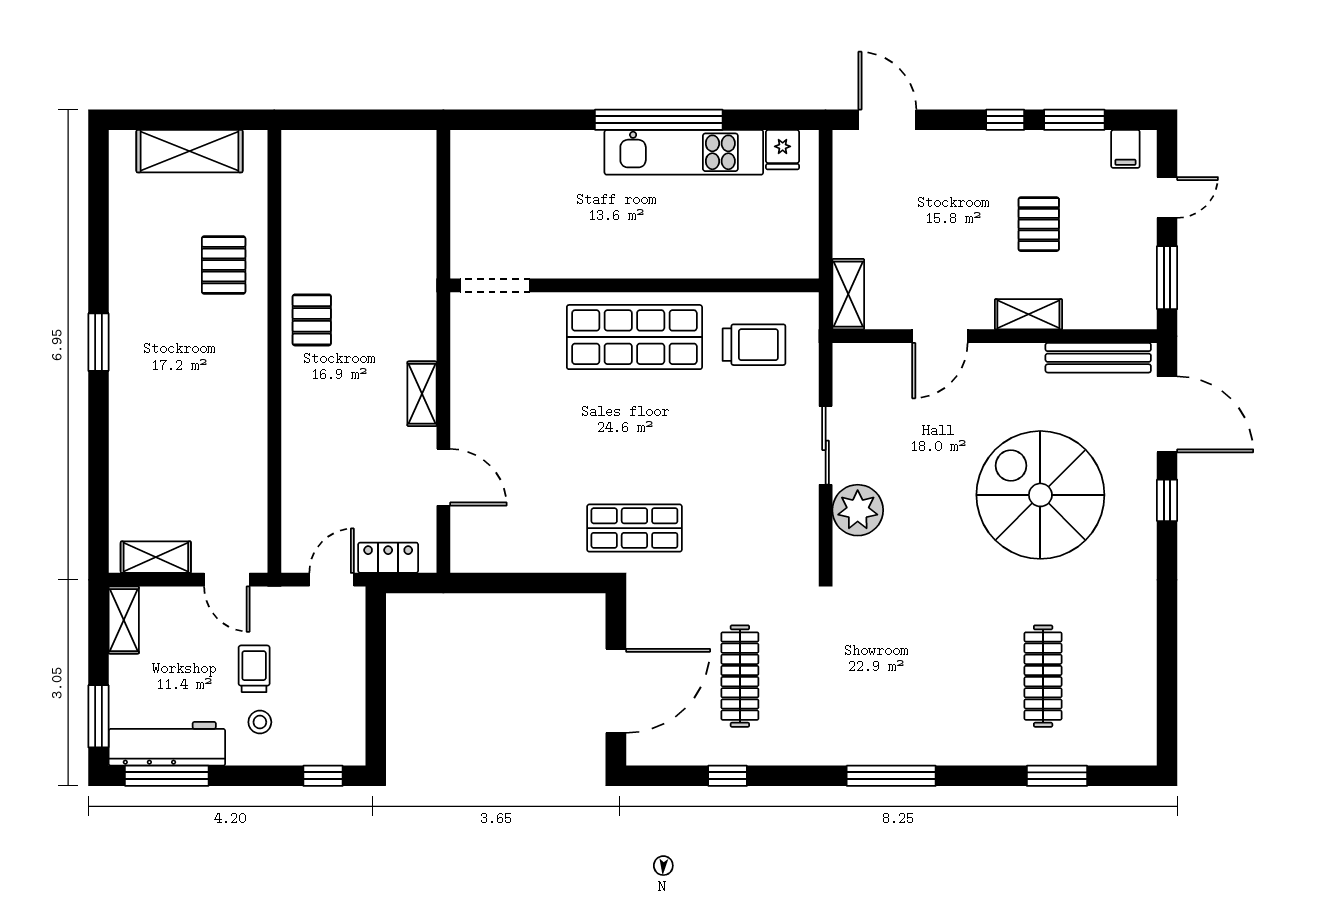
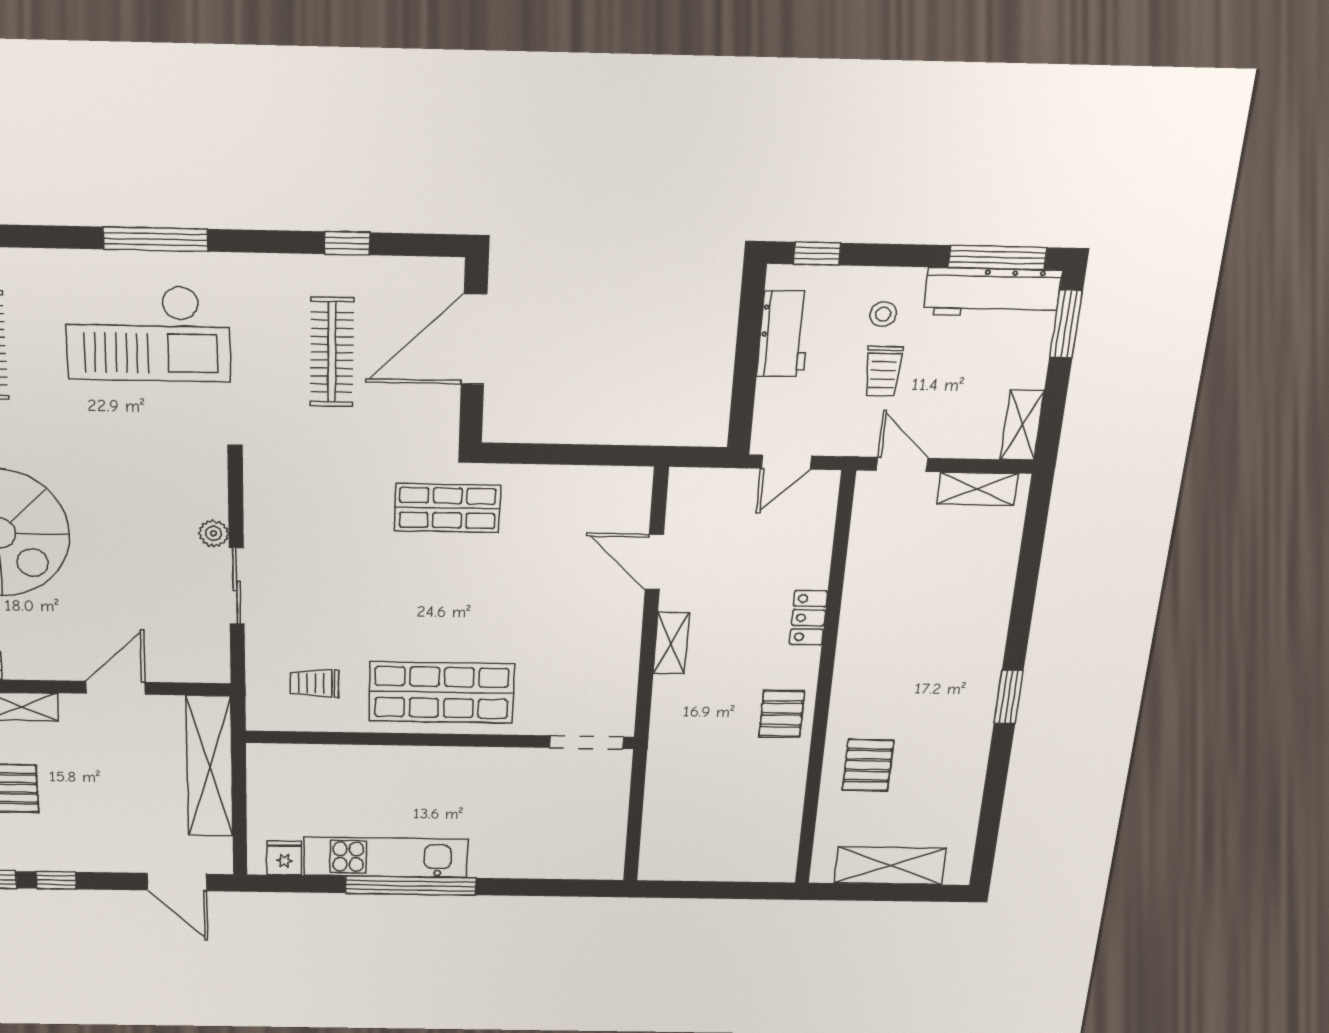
shelving: (848, 294) -> (210, 767), width x2.20, depth x1.33
trolley: (754, 345) -> (314, 683), width x0.73, depth x0.72
plant: (858, 510) -> (214, 533), width x0.53, depth x0.53
locker: (388, 558) -> (808, 618), moved, turned 90
checkout: (900, 690) -> (148, 333), added
workbench: (345, 702) -> (784, 334), added

